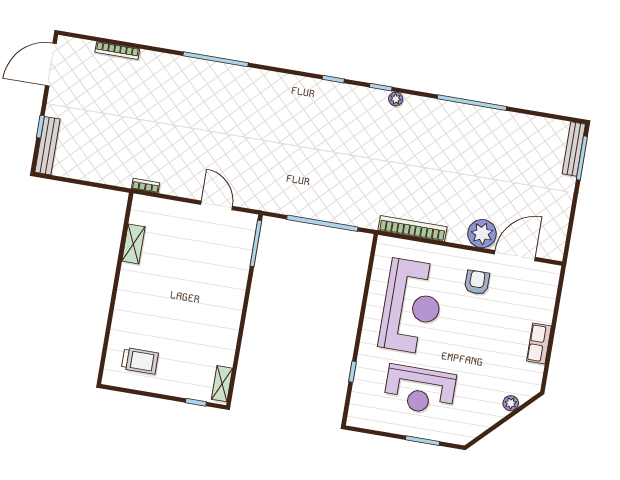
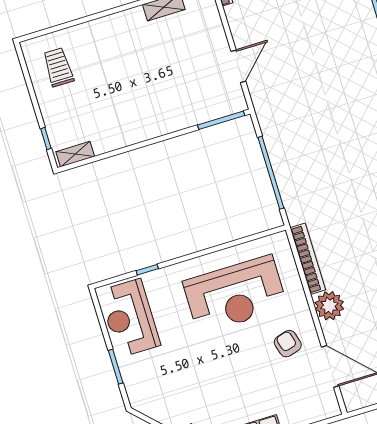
plant: (482, 234) -> (329, 306), moved
armchair: (477, 282) -> (288, 344), turned -106
trolley: (140, 361) -> (58, 67), turned 180
reception desk: (420, 390) -> (130, 318), moved

